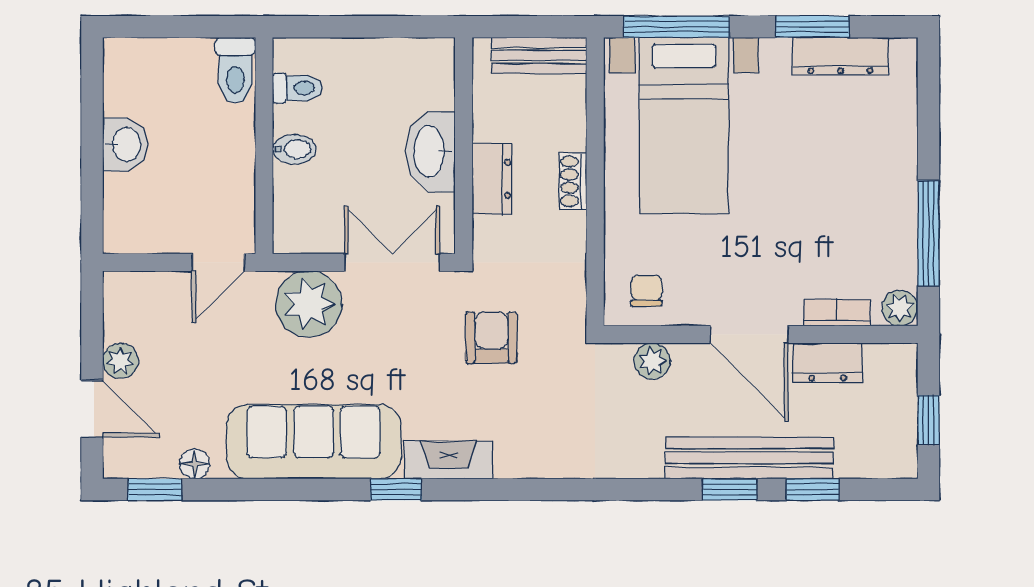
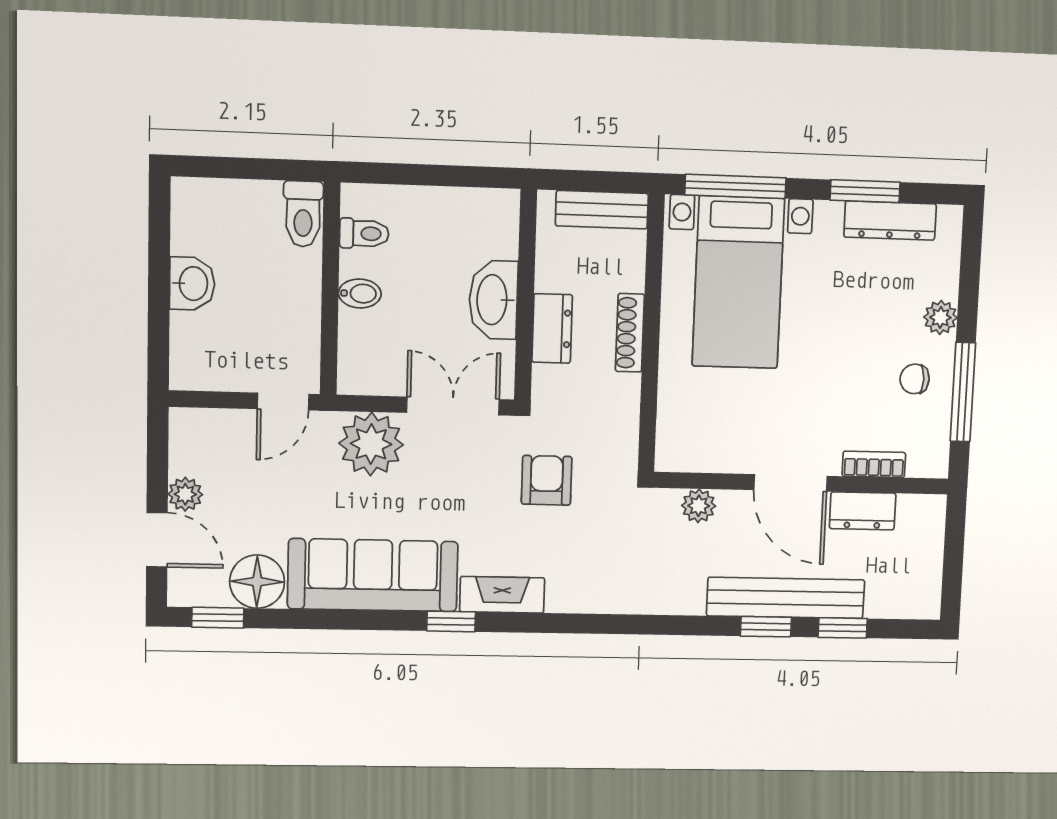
shoe rack: (573, 181) -> (630, 333), width x1.43
chair: (646, 291) -> (915, 379), moved, turned -90
plant: (900, 308) -> (940, 317), moved
window: (928, 420) -> (953, 566), removed
floor lamp: (195, 464) -> (257, 582), width x1.89, depth x1.89

